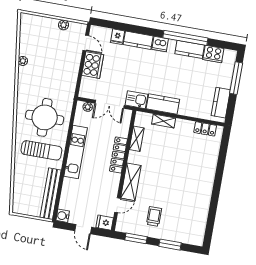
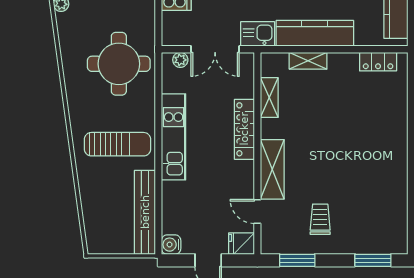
kitchen counter: (163, 104) -> (315, 33), width x1.50
round table: (45, 117) -> (119, 64), moved
door: (117, 205) -> (257, 211), swing flipped
window: (170, 245) -> (373, 260), moved

